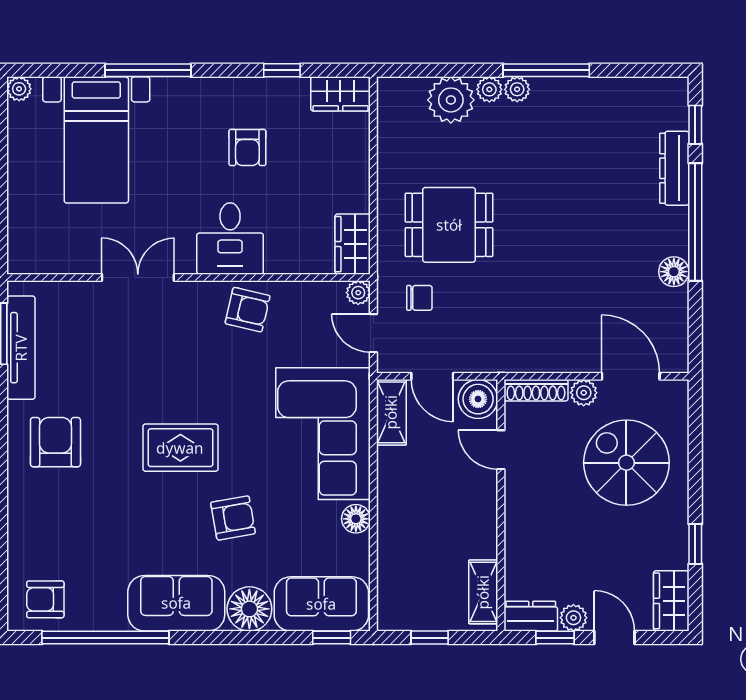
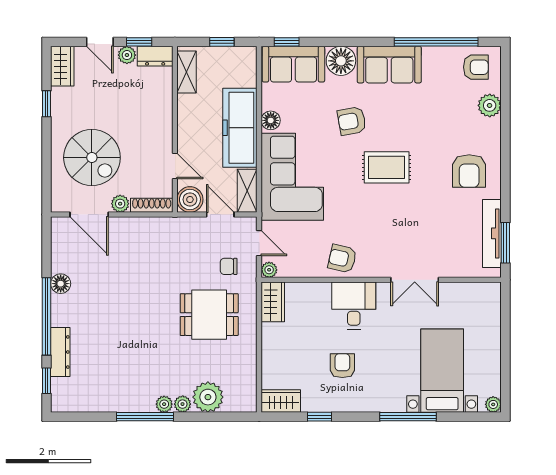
freezer: (402, 508) -> (240, 128), added
plant: (25, 541) -> (490, 105), added

